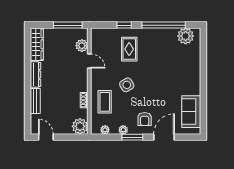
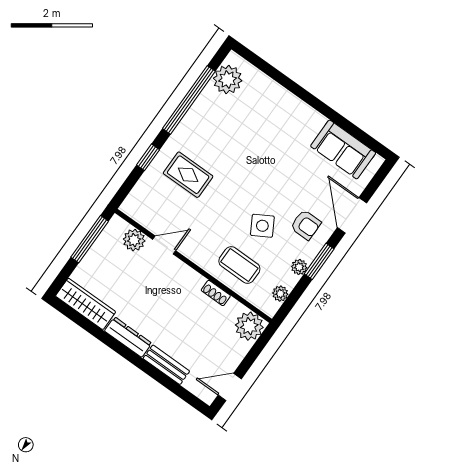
side table: (127, 85) -> (262, 226), moved

